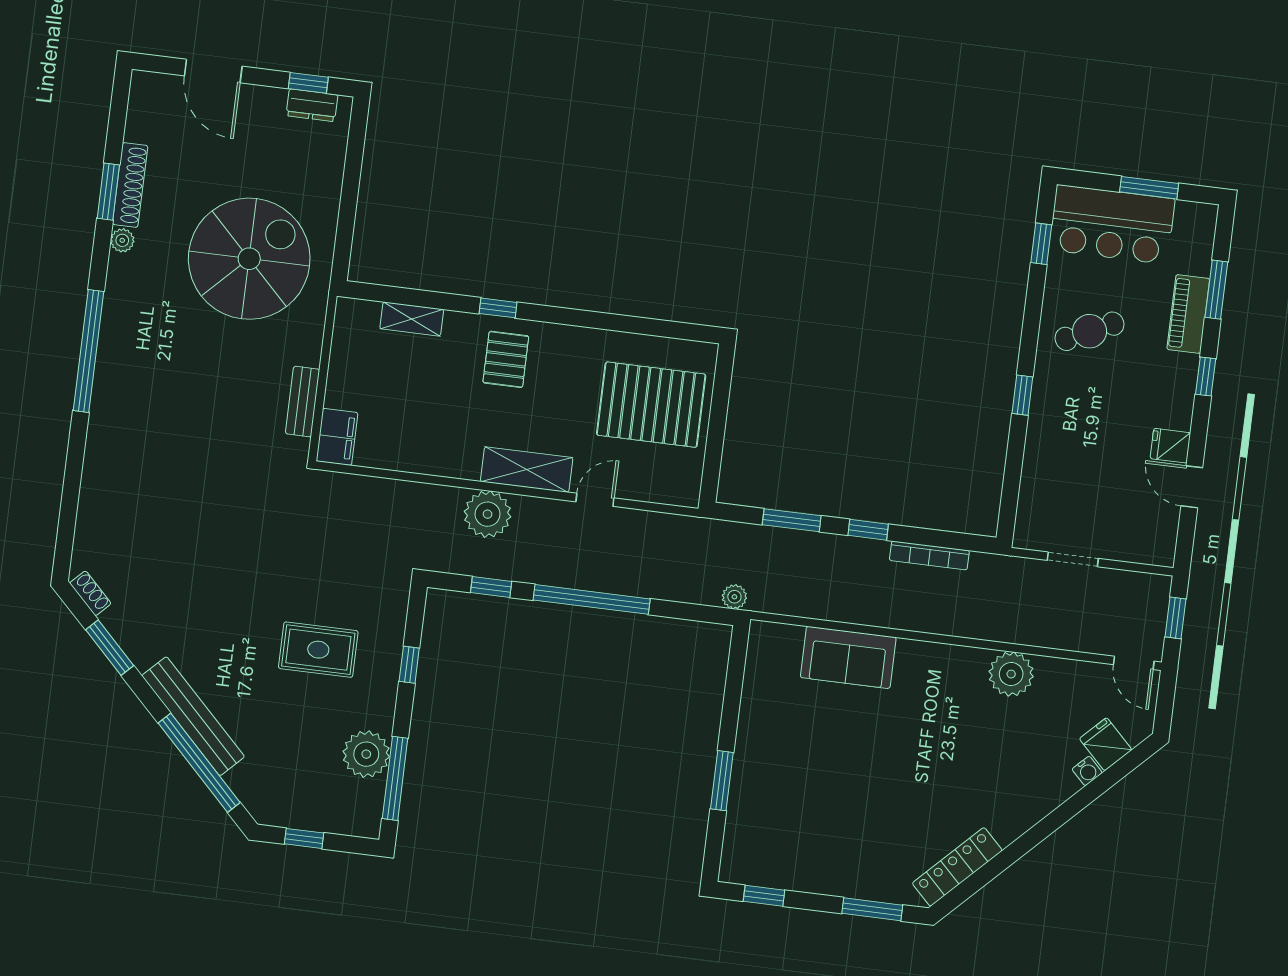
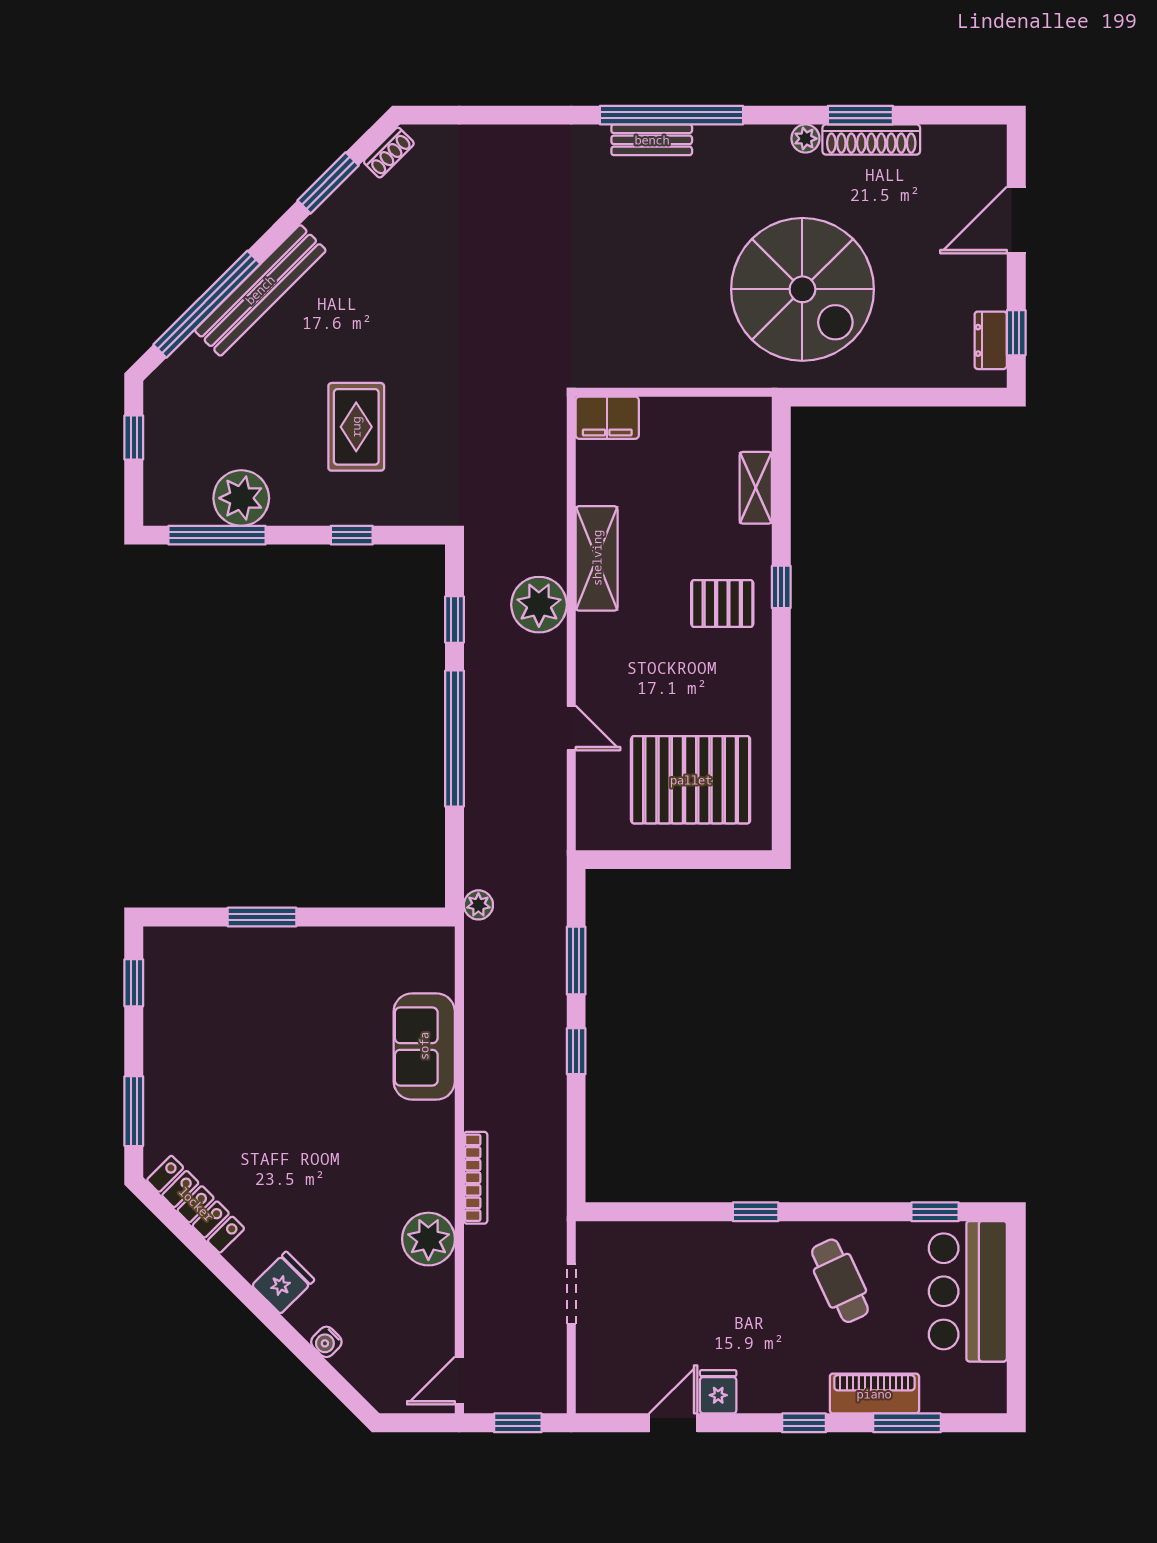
window: (1149, 188) -> (1016, 1329), removed
bench: (303, 402) -> (652, 140), moved
pallet: (651, 405) -> (691, 780), turned 90
shelving: (527, 470) -> (597, 558), moved
bookcase: (929, 555) -> (476, 1178), moved, turned 180
fridge: (1106, 744) -> (283, 1283), moved

